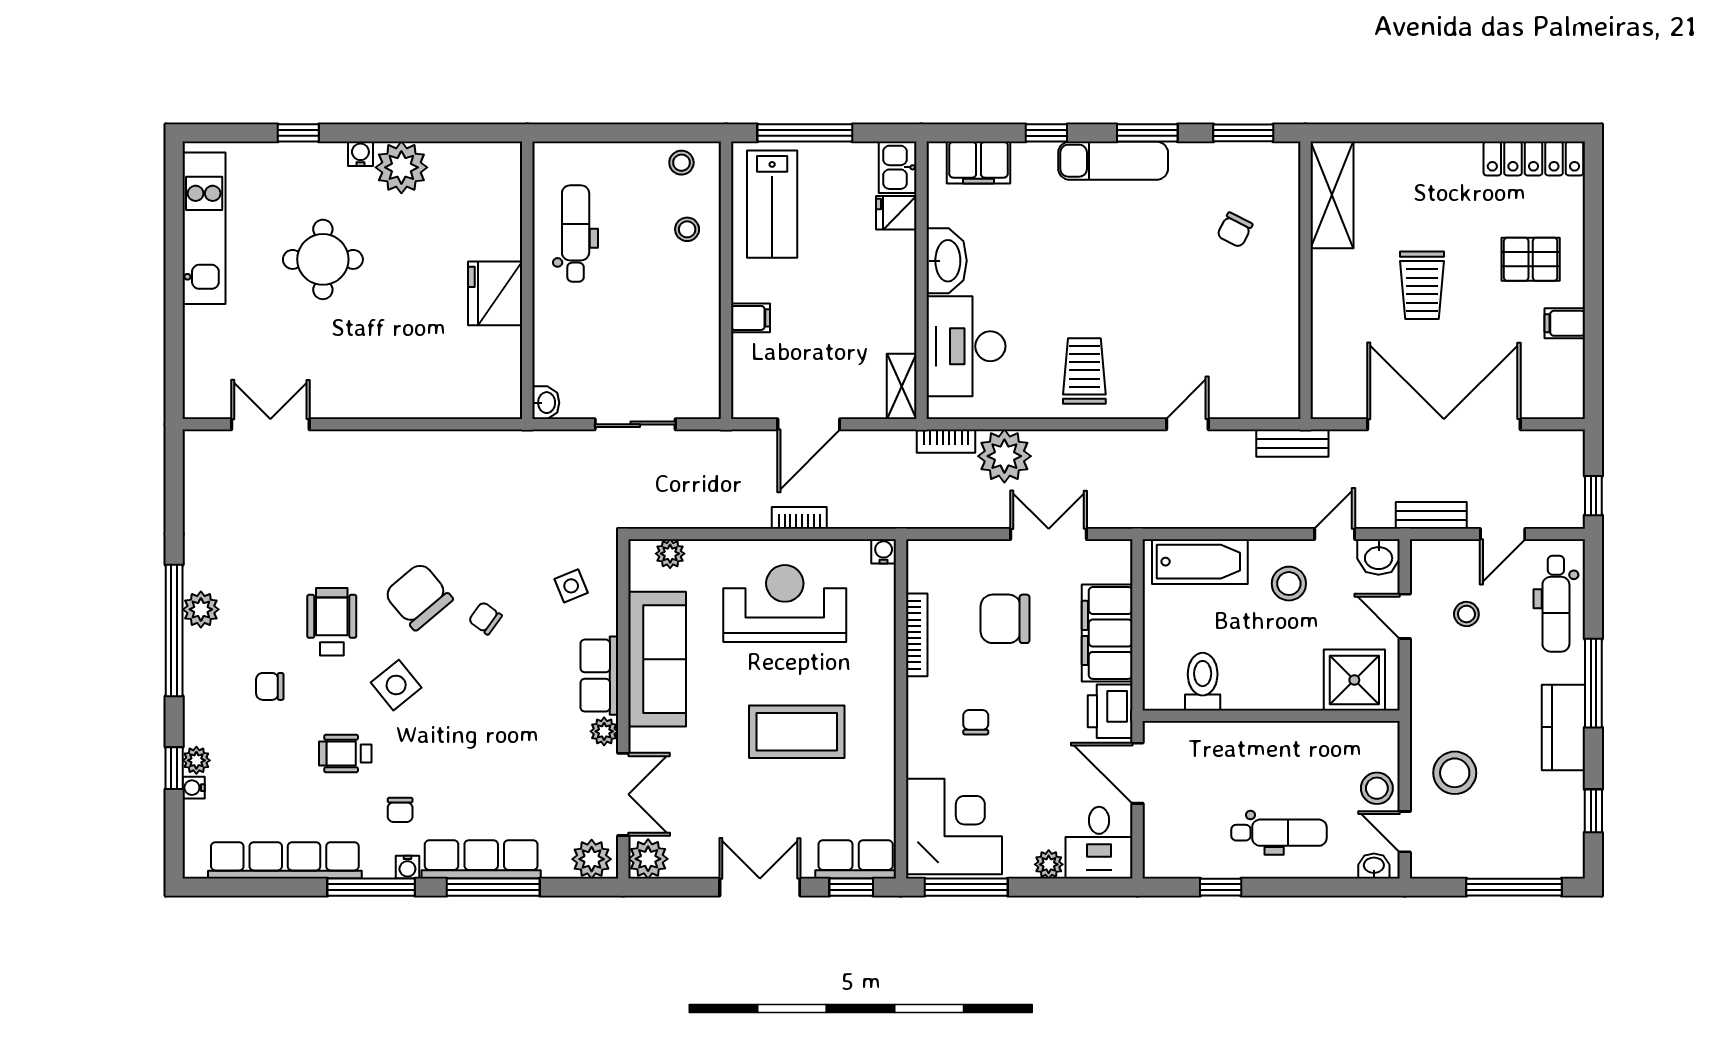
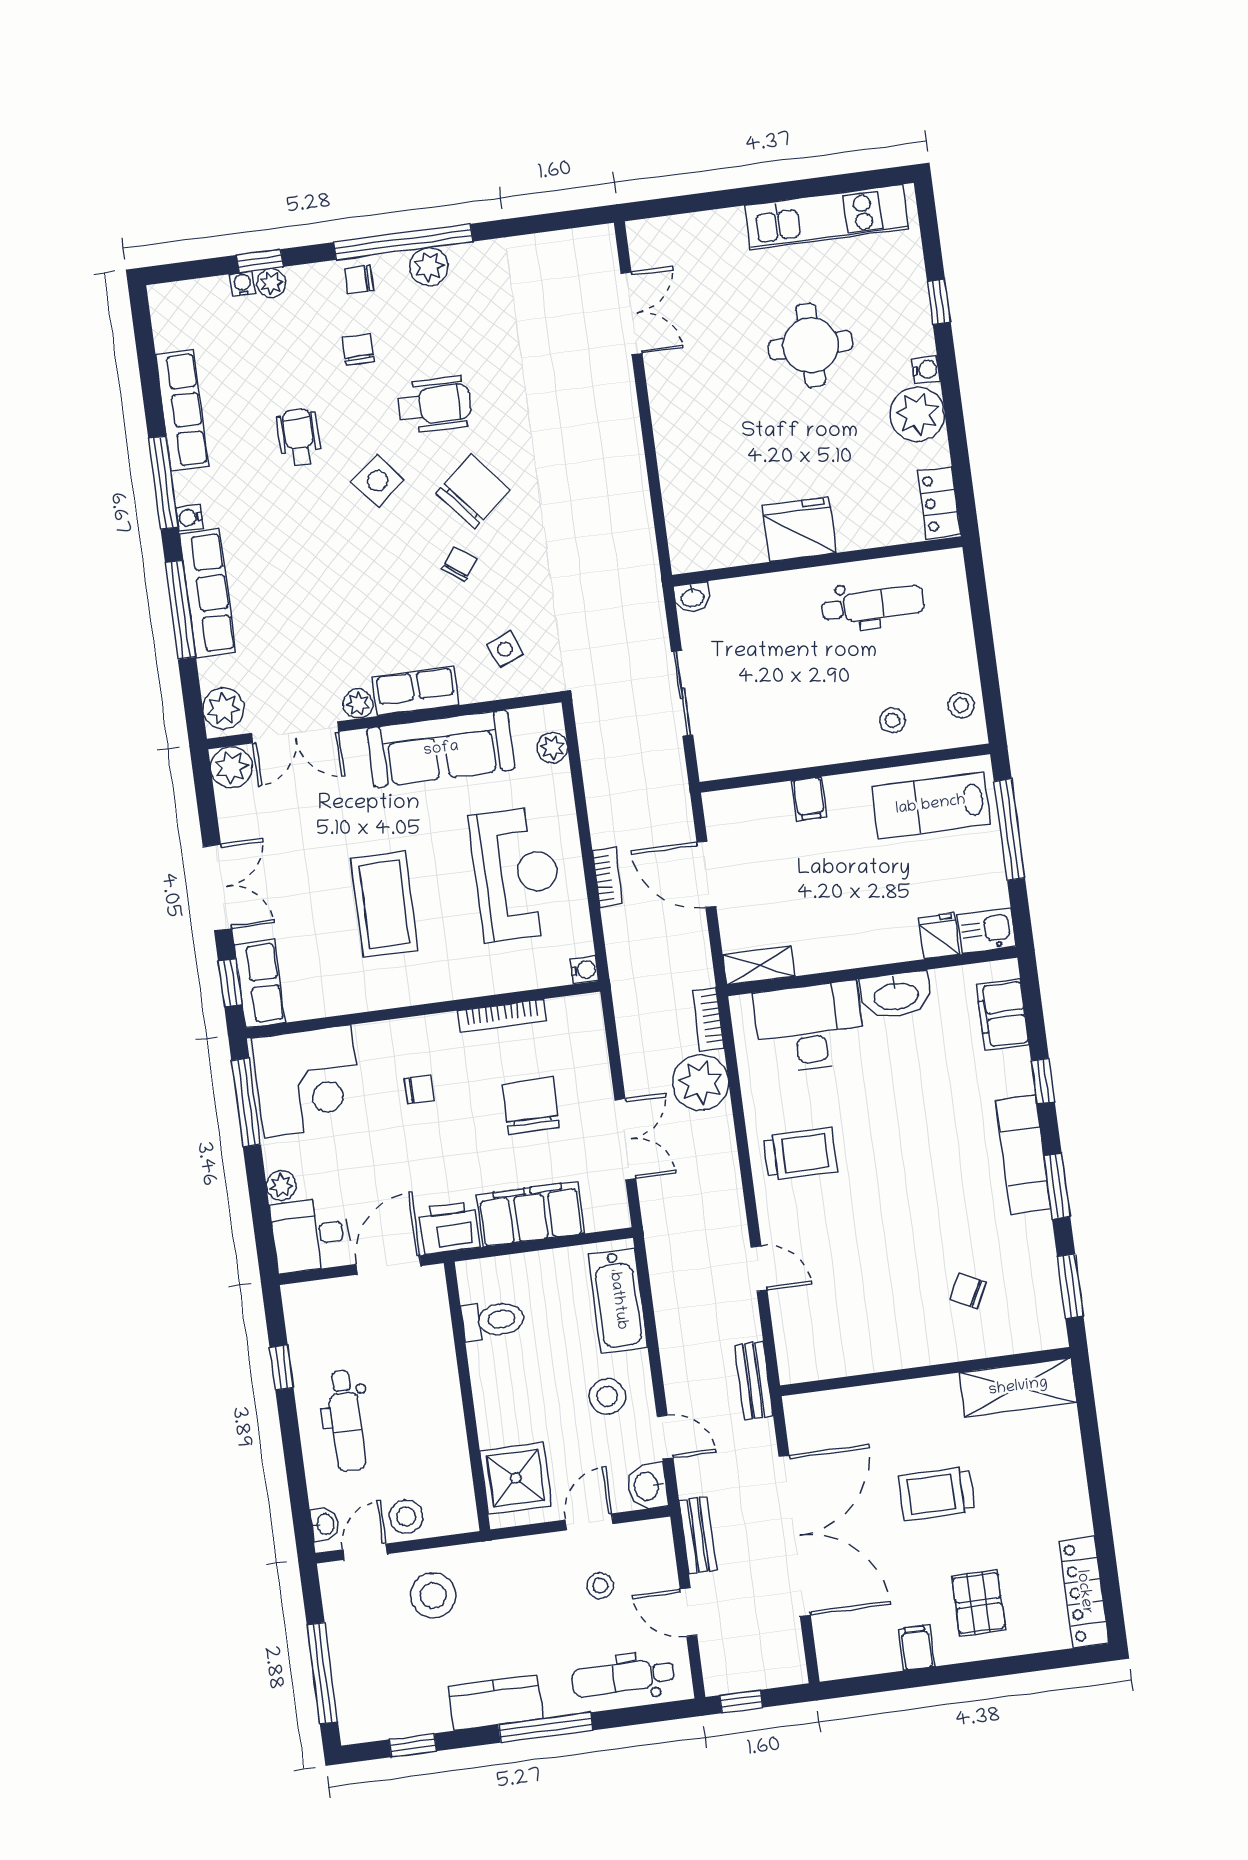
locker: (488, 158) -> (939, 503), added
chair: (400, 810) -> (359, 280), moved
row of seats: (285, 860) -> (182, 410), width x0.73

